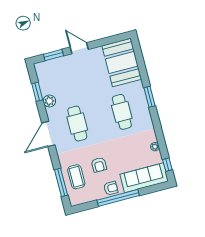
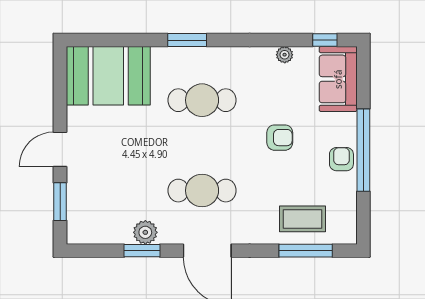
window: (37, 92) -> (142, 251), moved
armchair: (99, 165) -> (280, 138), moved
sofa: (144, 178) -> (338, 79), width x0.73

